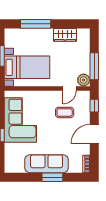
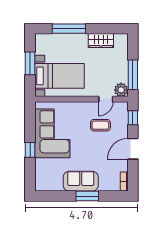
sofa: (47, 164) -> (81, 181), width x0.73

